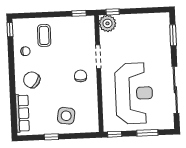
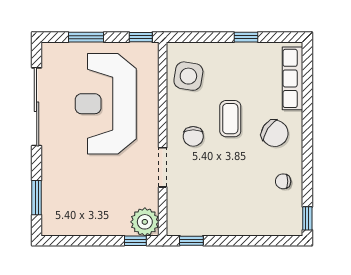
coffee table: (44, 35) -> (230, 119), moved
side table: (66, 116) -> (188, 76), moved

